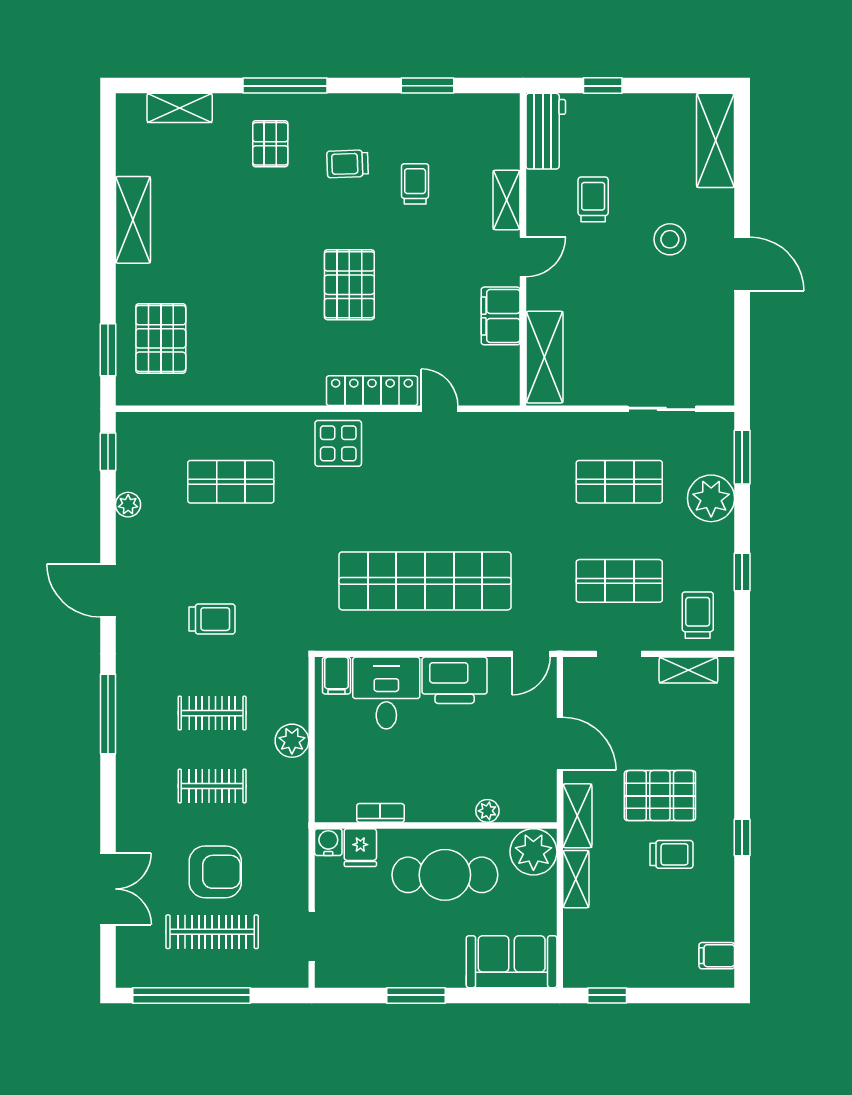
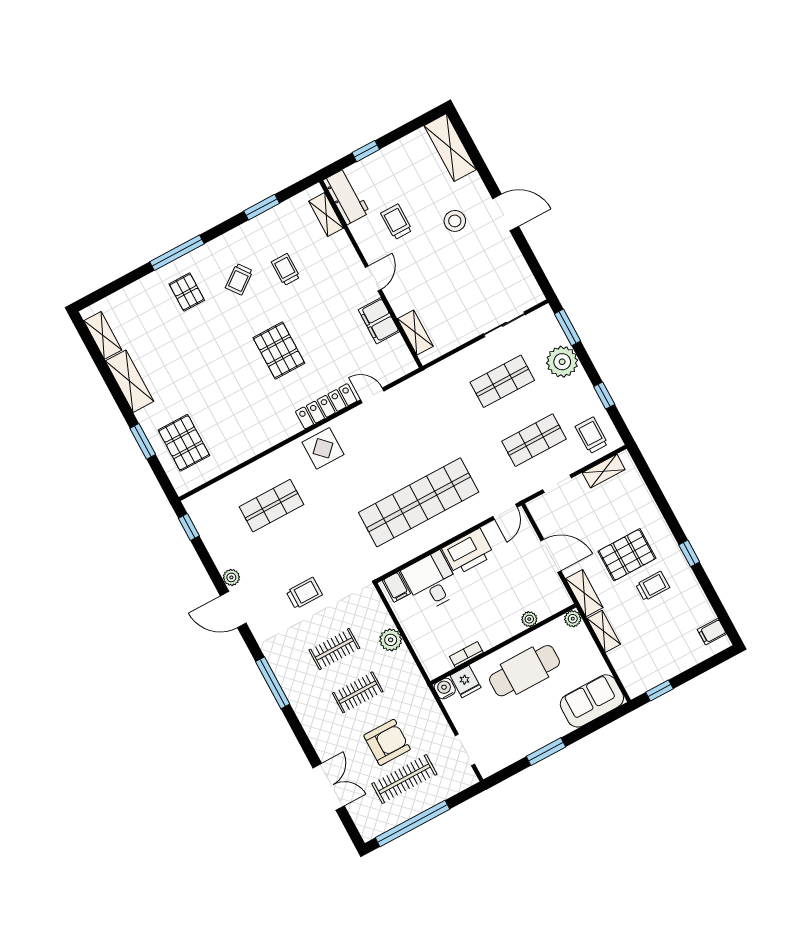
shelving: (180, 108) -> (103, 335), moved, turned 90
trolley: (348, 164) -> (239, 279), turned -35
shelving: (507, 200) -> (326, 215), moved
window: (108, 350) -> (143, 441), moved
shelving: (545, 357) -> (415, 333), width x0.67, depth x0.75
plant: (128, 505) -> (231, 577), moved
plant: (533, 852) -> (573, 619), width x0.53, depth x0.53

